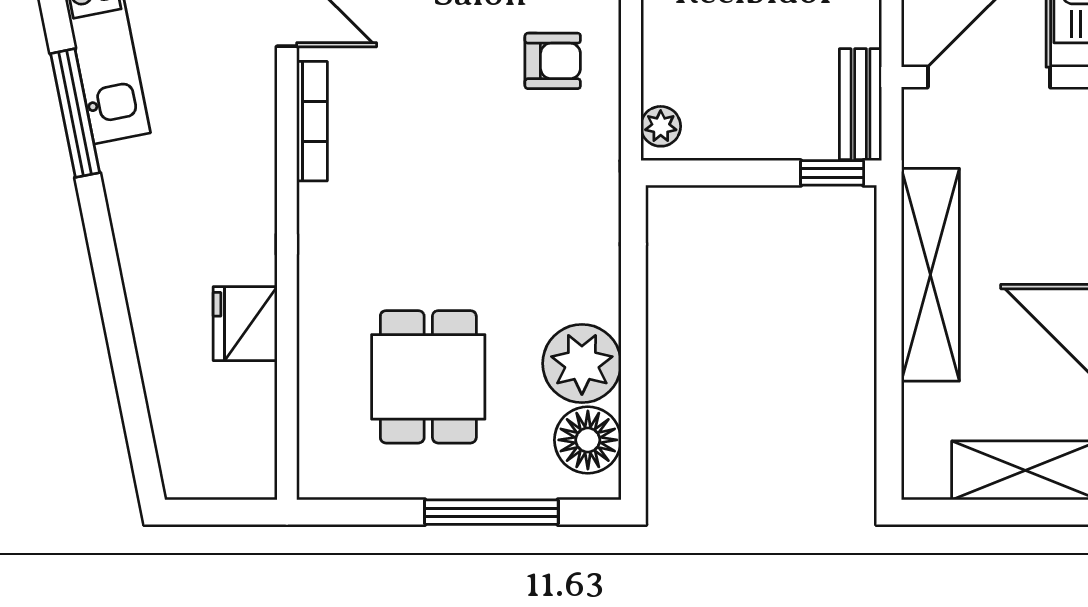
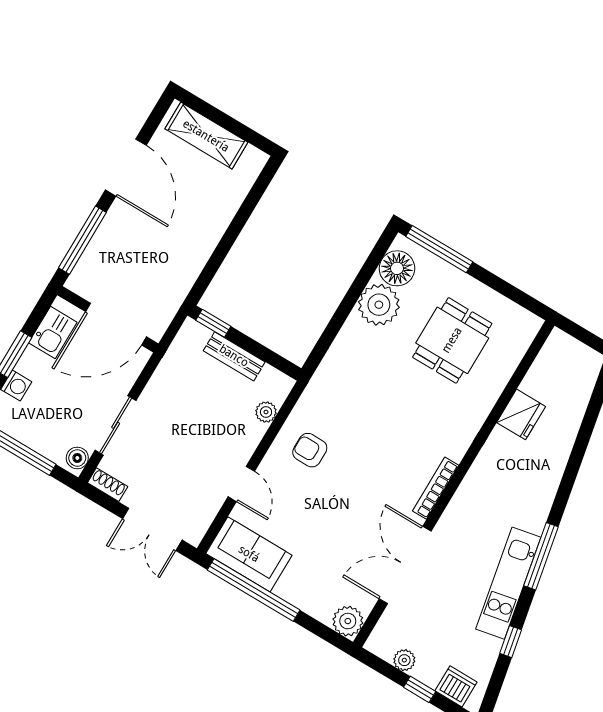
bench: (860, 104) -> (234, 356), moved, turned 90
plant: (661, 126) -> (266, 412), moved
shelving: (930, 275) -> (196, 250), removed
window: (491, 512) -> (439, 249), moved

